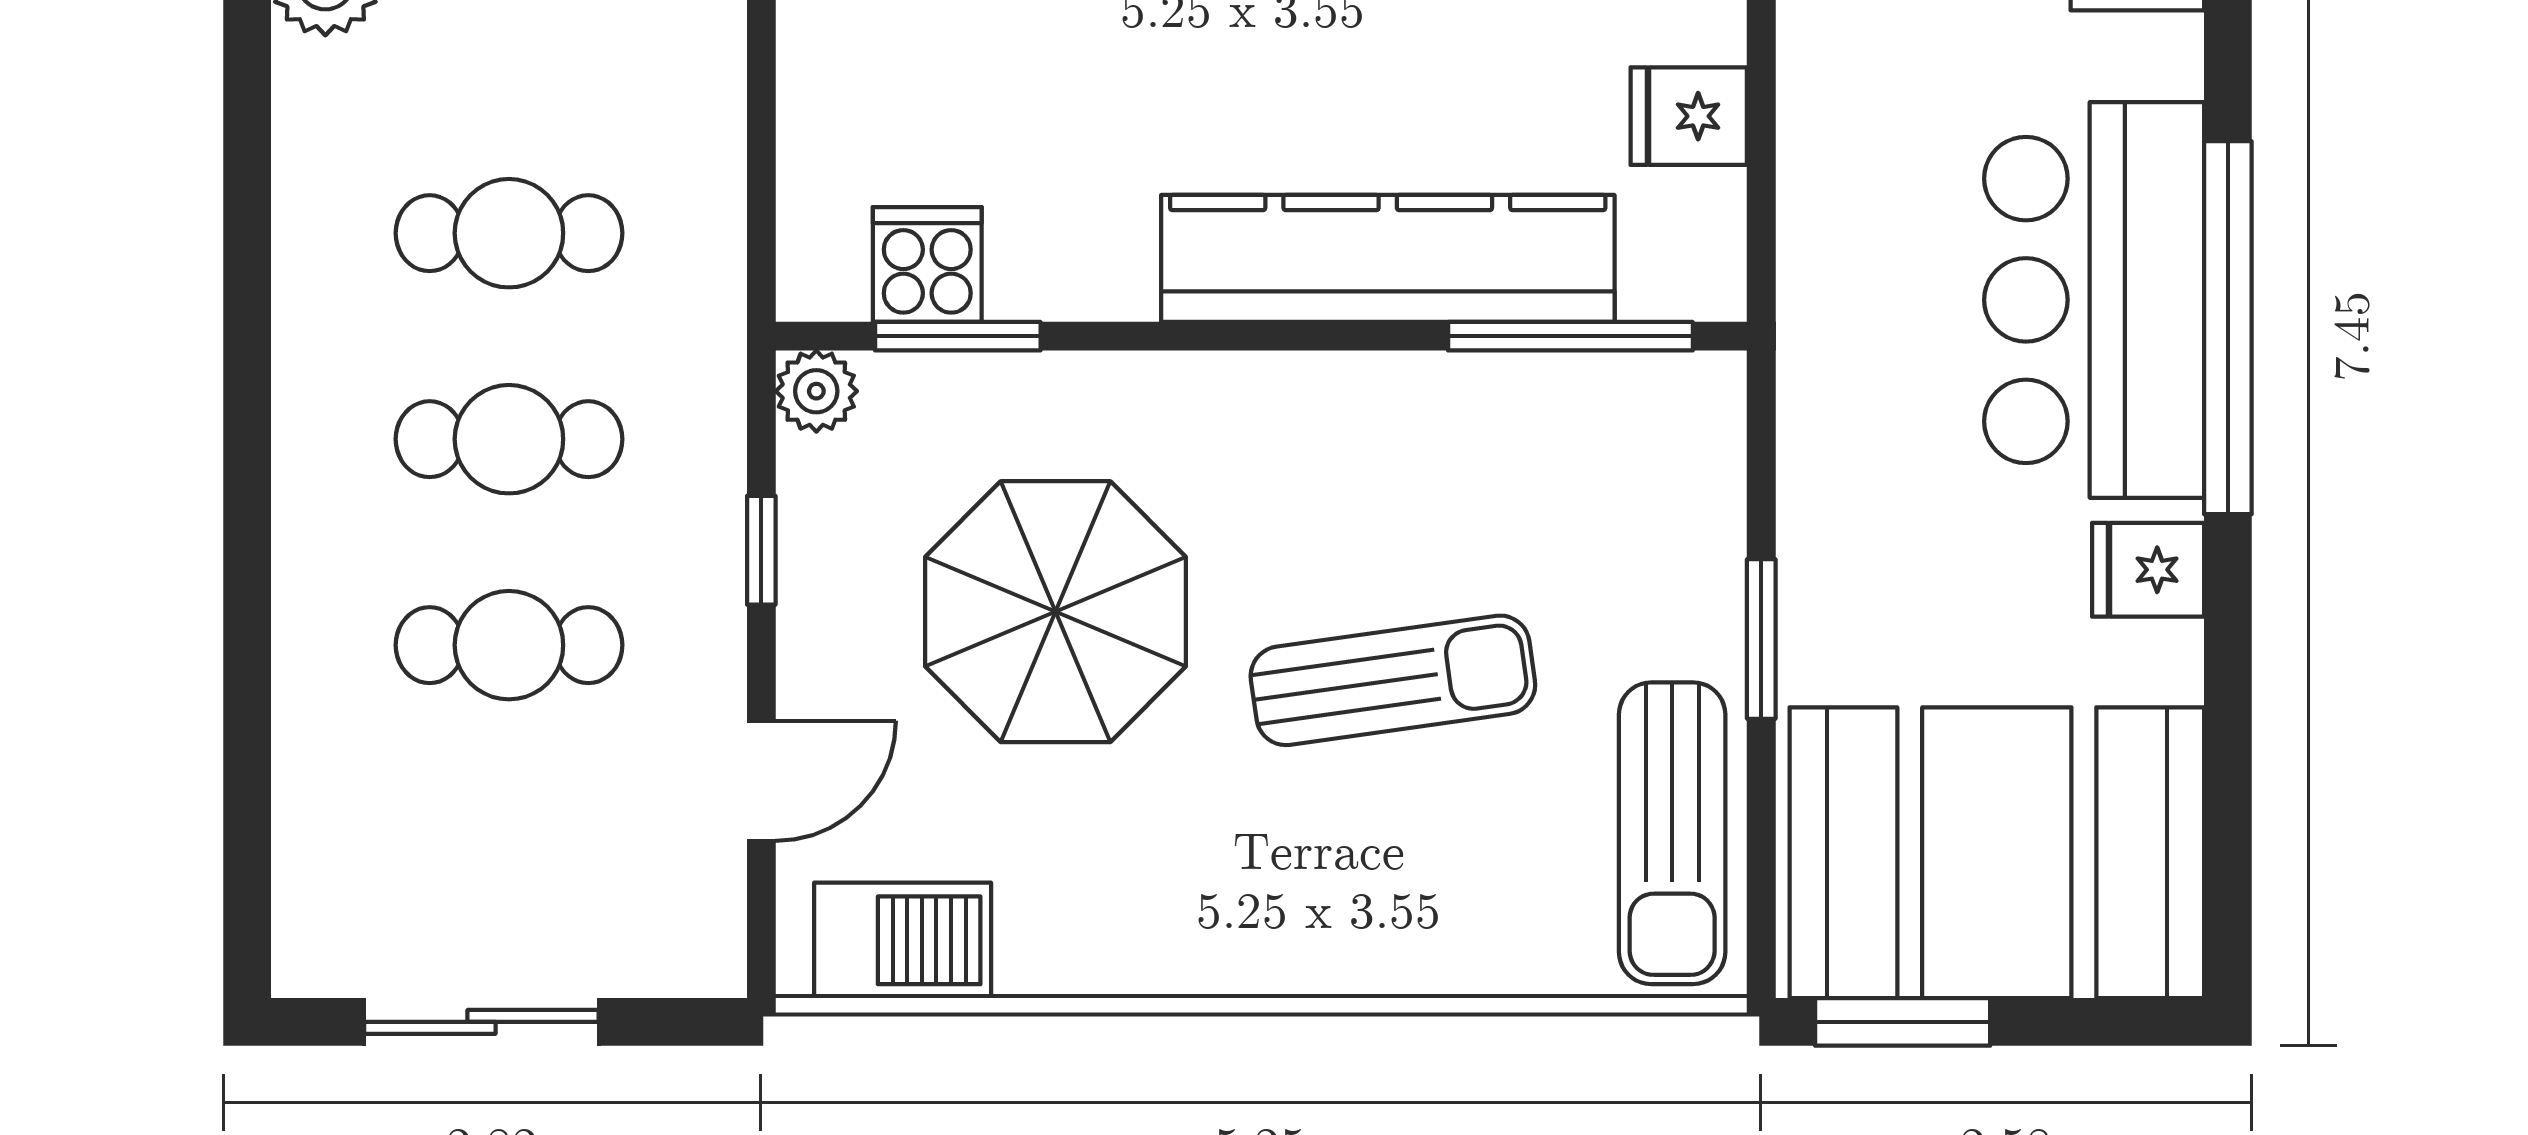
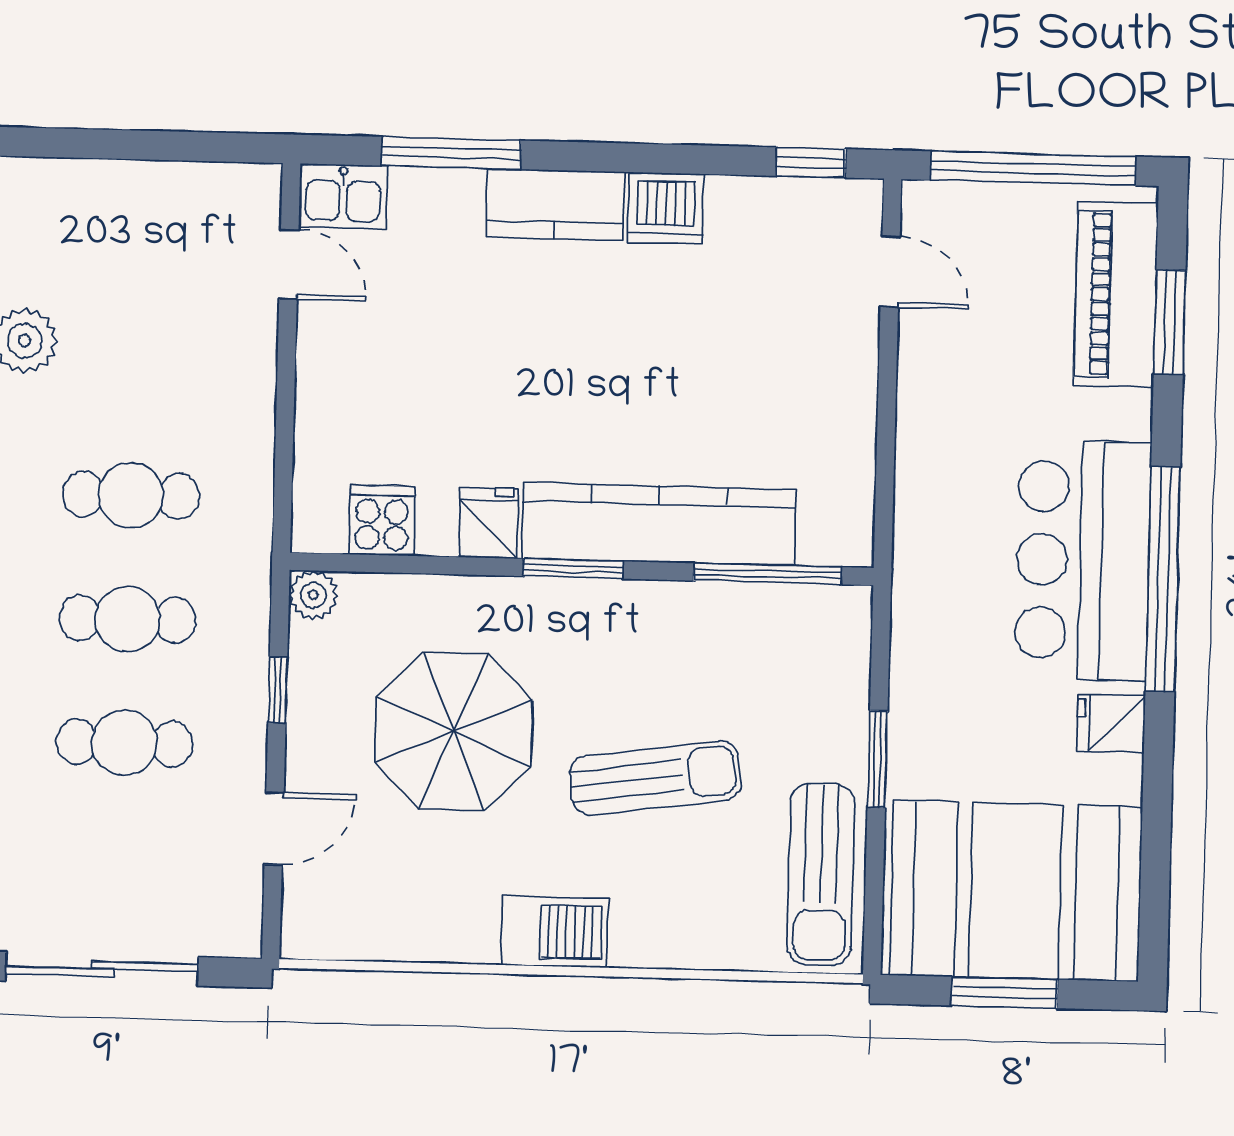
fridge: (1689, 116) -> (489, 523), moved, turned 90
window: (958, 336) -> (573, 569), moved
barbecue: (903, 940) -> (555, 932), moved
sliding door: (481, 1022) -> (102, 969), width x1.37
window: (1903, 1022) -> (1005, 993), moved

